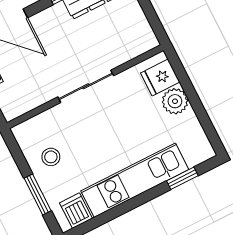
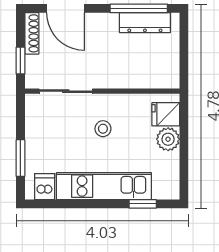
sliding door: (86, 86) -> (66, 91), moved
stool: (51, 157) -> (103, 129), moved

